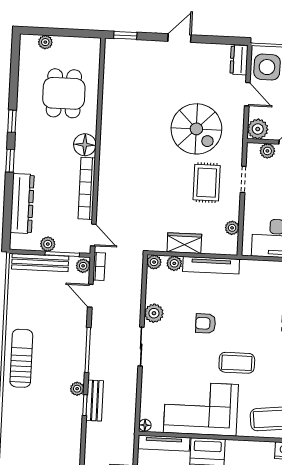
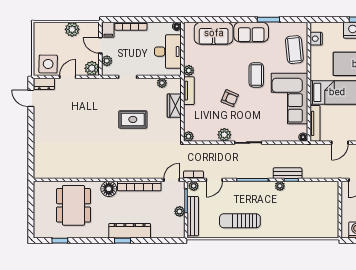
window: (125, 35) -> (31, 164), removed
door: (179, 38) -> (31, 98), moved
plant: (45, 42) -> (38, 220), removed
dining table: (64, 93) -> (73, 205), width x1.38
window: (12, 121) -> (60, 241), moved
spiral stairs: (196, 129) -> (94, 111), removed
rug: (207, 183) -> (133, 119), moved
dresser: (22, 204) -> (130, 231), moved
wardrobe: (184, 243) -> (174, 106), moved
plant: (174, 263) -> (189, 70), moved
tv unit: (211, 265) -> (189, 91), width x0.71
armchair: (206, 323) -> (230, 98), turned -67
sun lounger: (21, 358) -> (240, 221), moved

